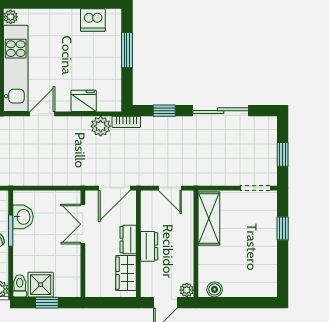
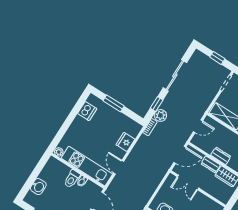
plant: (101, 126) -> (160, 115), moved
door: (114, 188) -> (180, 155), hinge flipped

